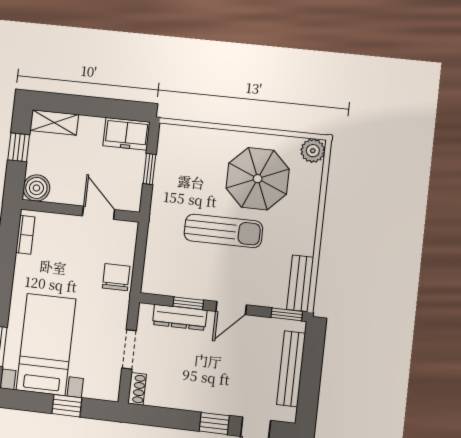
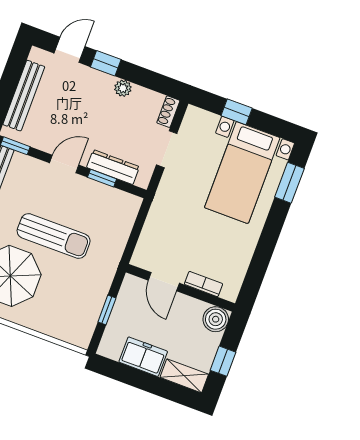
freezer: (126, 134) -> (143, 357), moved
sun lounger: (223, 231) -> (54, 236), turned 180
bookcase: (25, 235) -> (204, 284), moved, turned 90
chair: (116, 277) -> (162, 218), removed
plant: (190, 402) -> (123, 88), added

